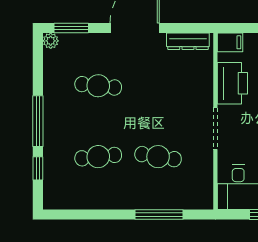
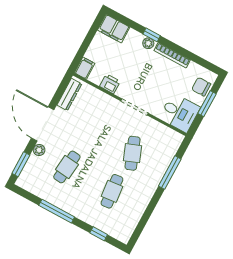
plant: (51, 41) -> (39, 150), moved
printer: (232, 83) -> (110, 84), width x0.53, depth x0.68
window: (38, 121) -> (57, 211), moved
cafe table: (158, 157) -> (133, 153), turned -30

